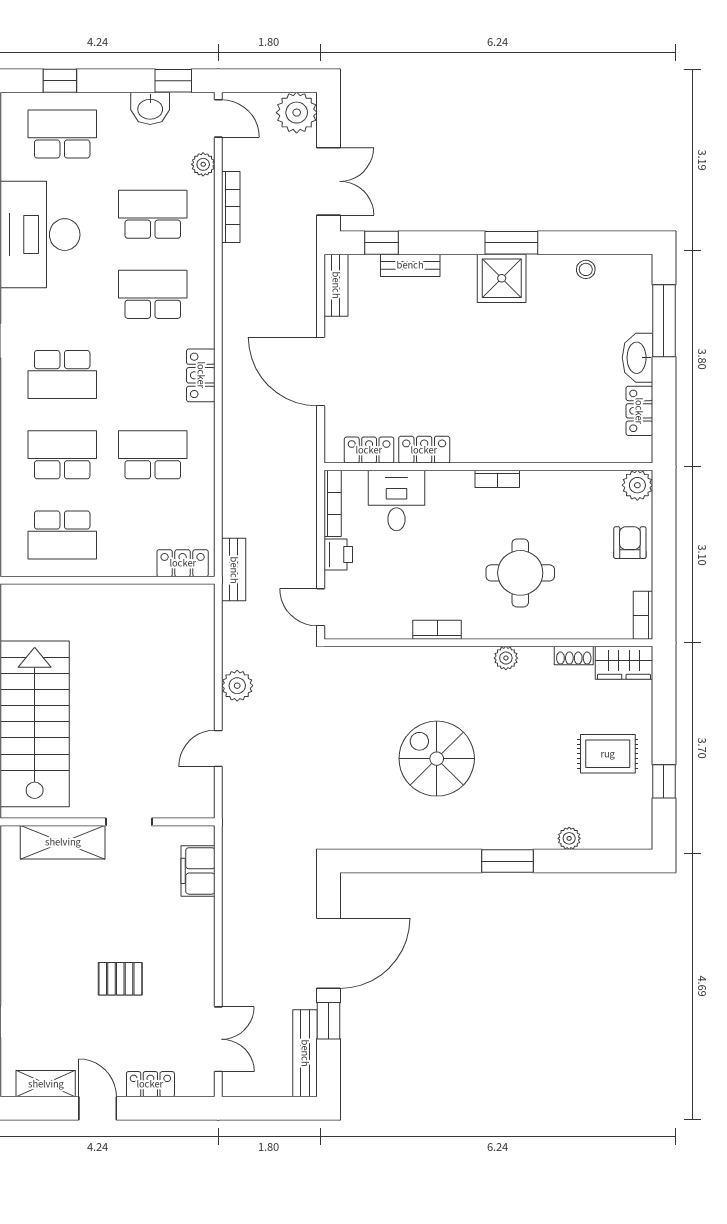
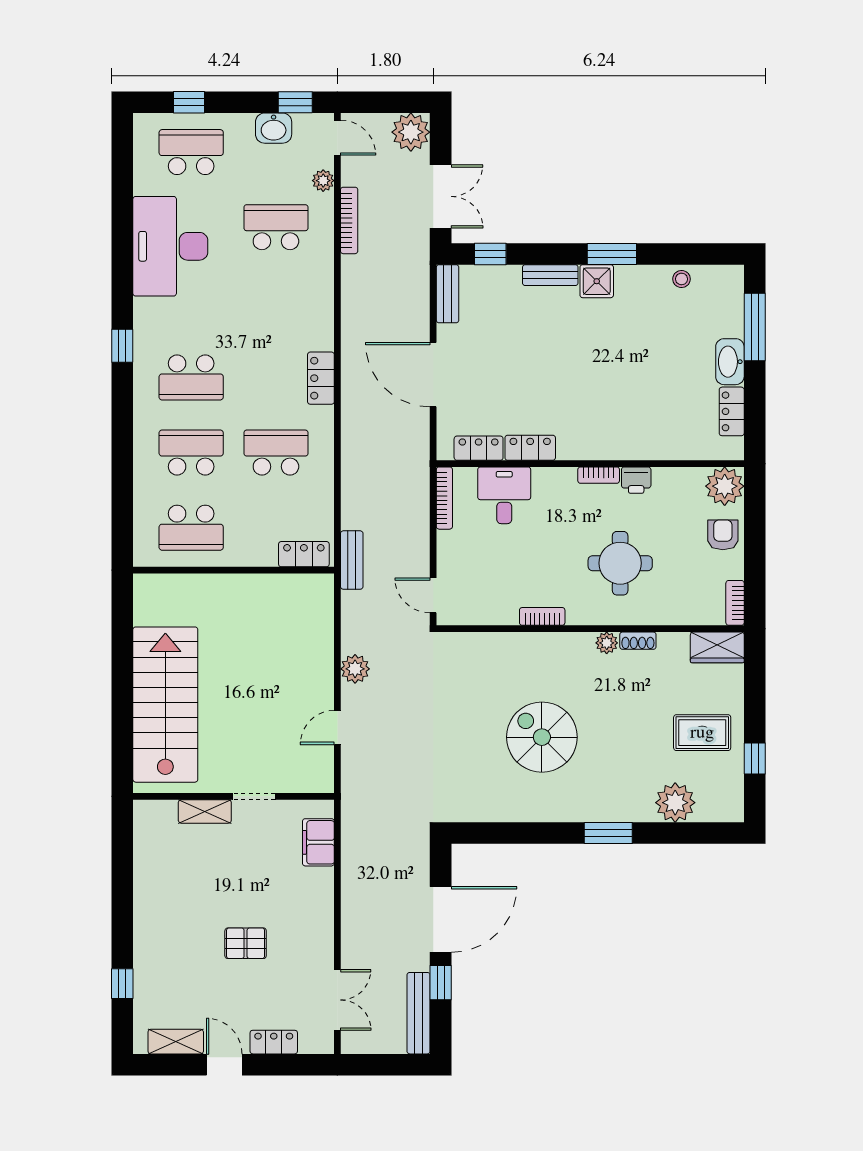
bench: (410, 265) -> (550, 275), moved
shower: (502, 278) -> (597, 281), width x0.73, depth x0.73
school desk: (153, 294) -> (276, 302), removed
plant: (637, 485) -> (725, 486), width x1.36, depth x1.36
printer: (338, 555) -> (636, 480), moved, turned 90
shoe rack: (574, 656) -> (638, 641), moved
plant: (569, 838) -> (675, 803), width x1.87, depth x1.87
shelving: (63, 842) -> (205, 811), width x0.67, depth x0.75

